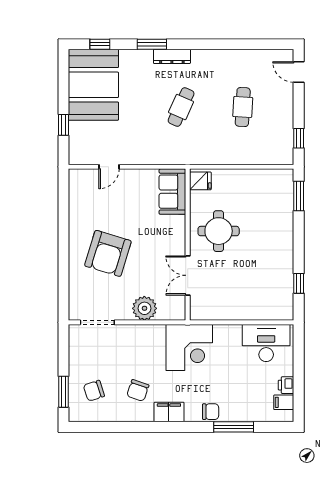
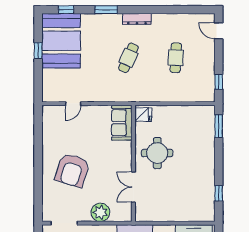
dresser: (172, 56) -> (137, 19), moved
window: (63, 125) -> (38, 51), moved

